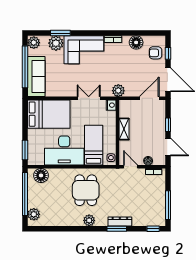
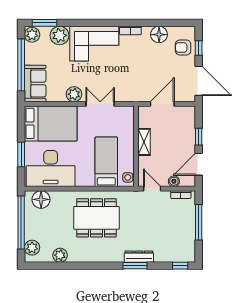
window: (60, 33) -> (45, 23), moved
sofa: (36, 77) -> (35, 83), width x0.73
plant: (118, 91) -> (74, 94), moved
door: (149, 98) -> (162, 104), moved
nightstand: (111, 105) -> (128, 112), removed
door: (168, 147) -> (199, 164), swing flipped
window: (25, 150) -> (21, 154), moved
desk: (64, 150) -> (51, 169), moved
dining table: (86, 190) -> (96, 218), width x1.37
window: (168, 205) -> (199, 222), moved
plant: (89, 220) -> (60, 255), moved

